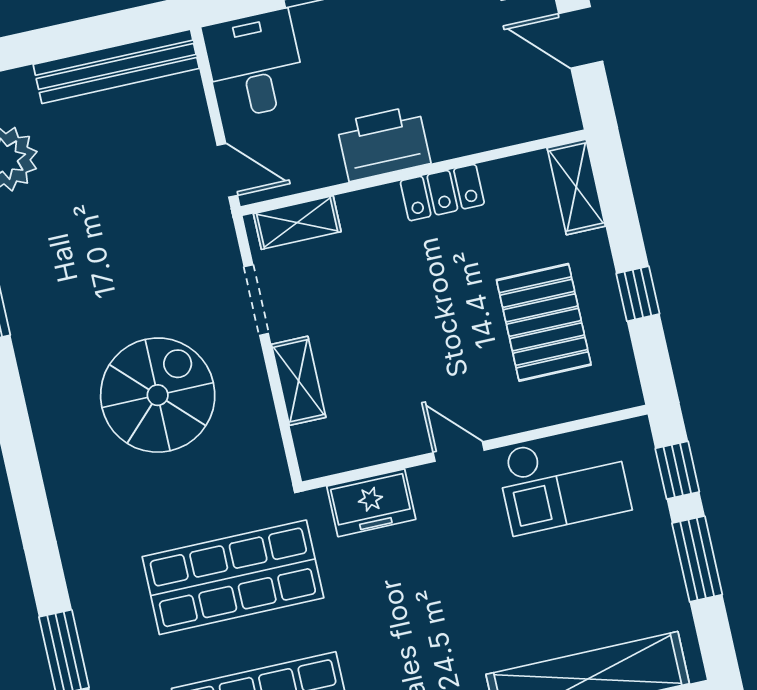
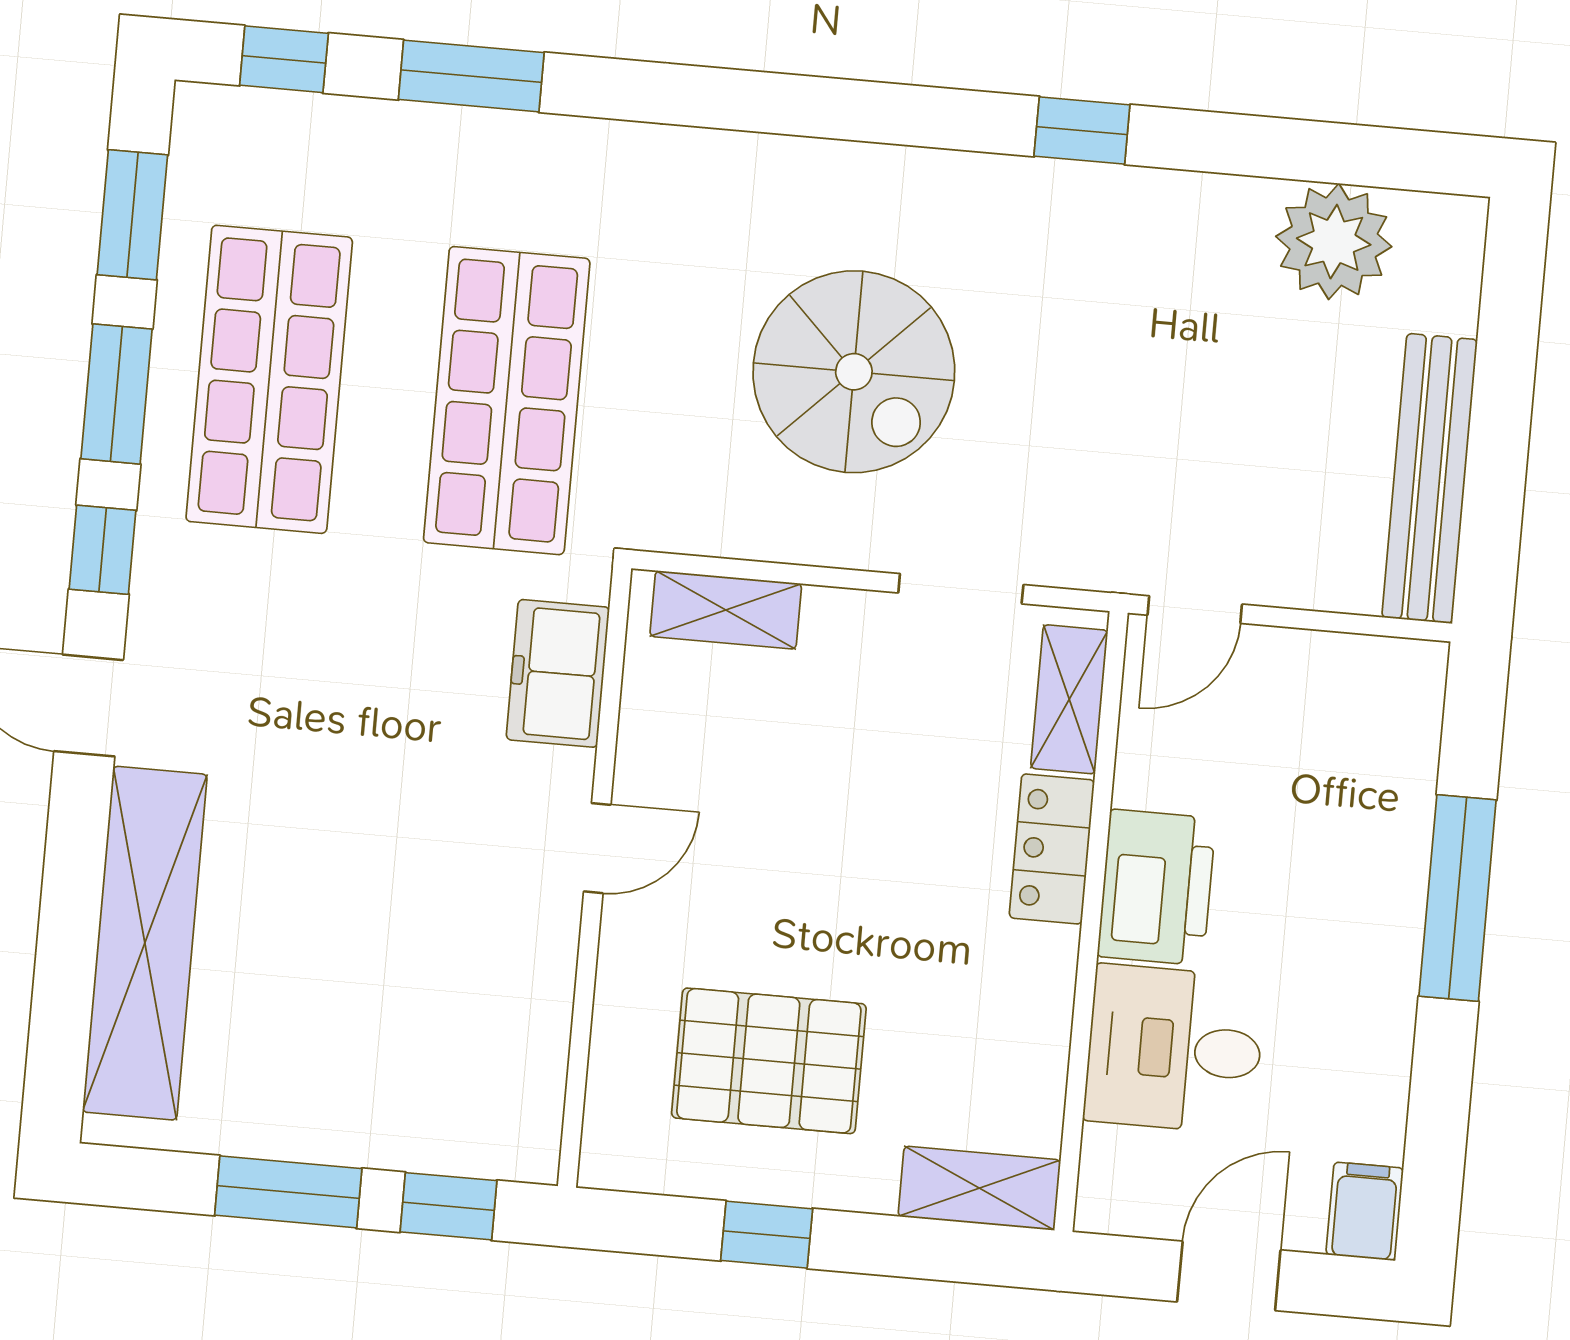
desk: (255, 64) -> (1174, 1049), moved, turned 180
locker: (442, 193) -> (1052, 849), moved
shelving: (299, 381) -> (726, 610), moved
checkout: (563, 481) -> (491, 1009), removed

